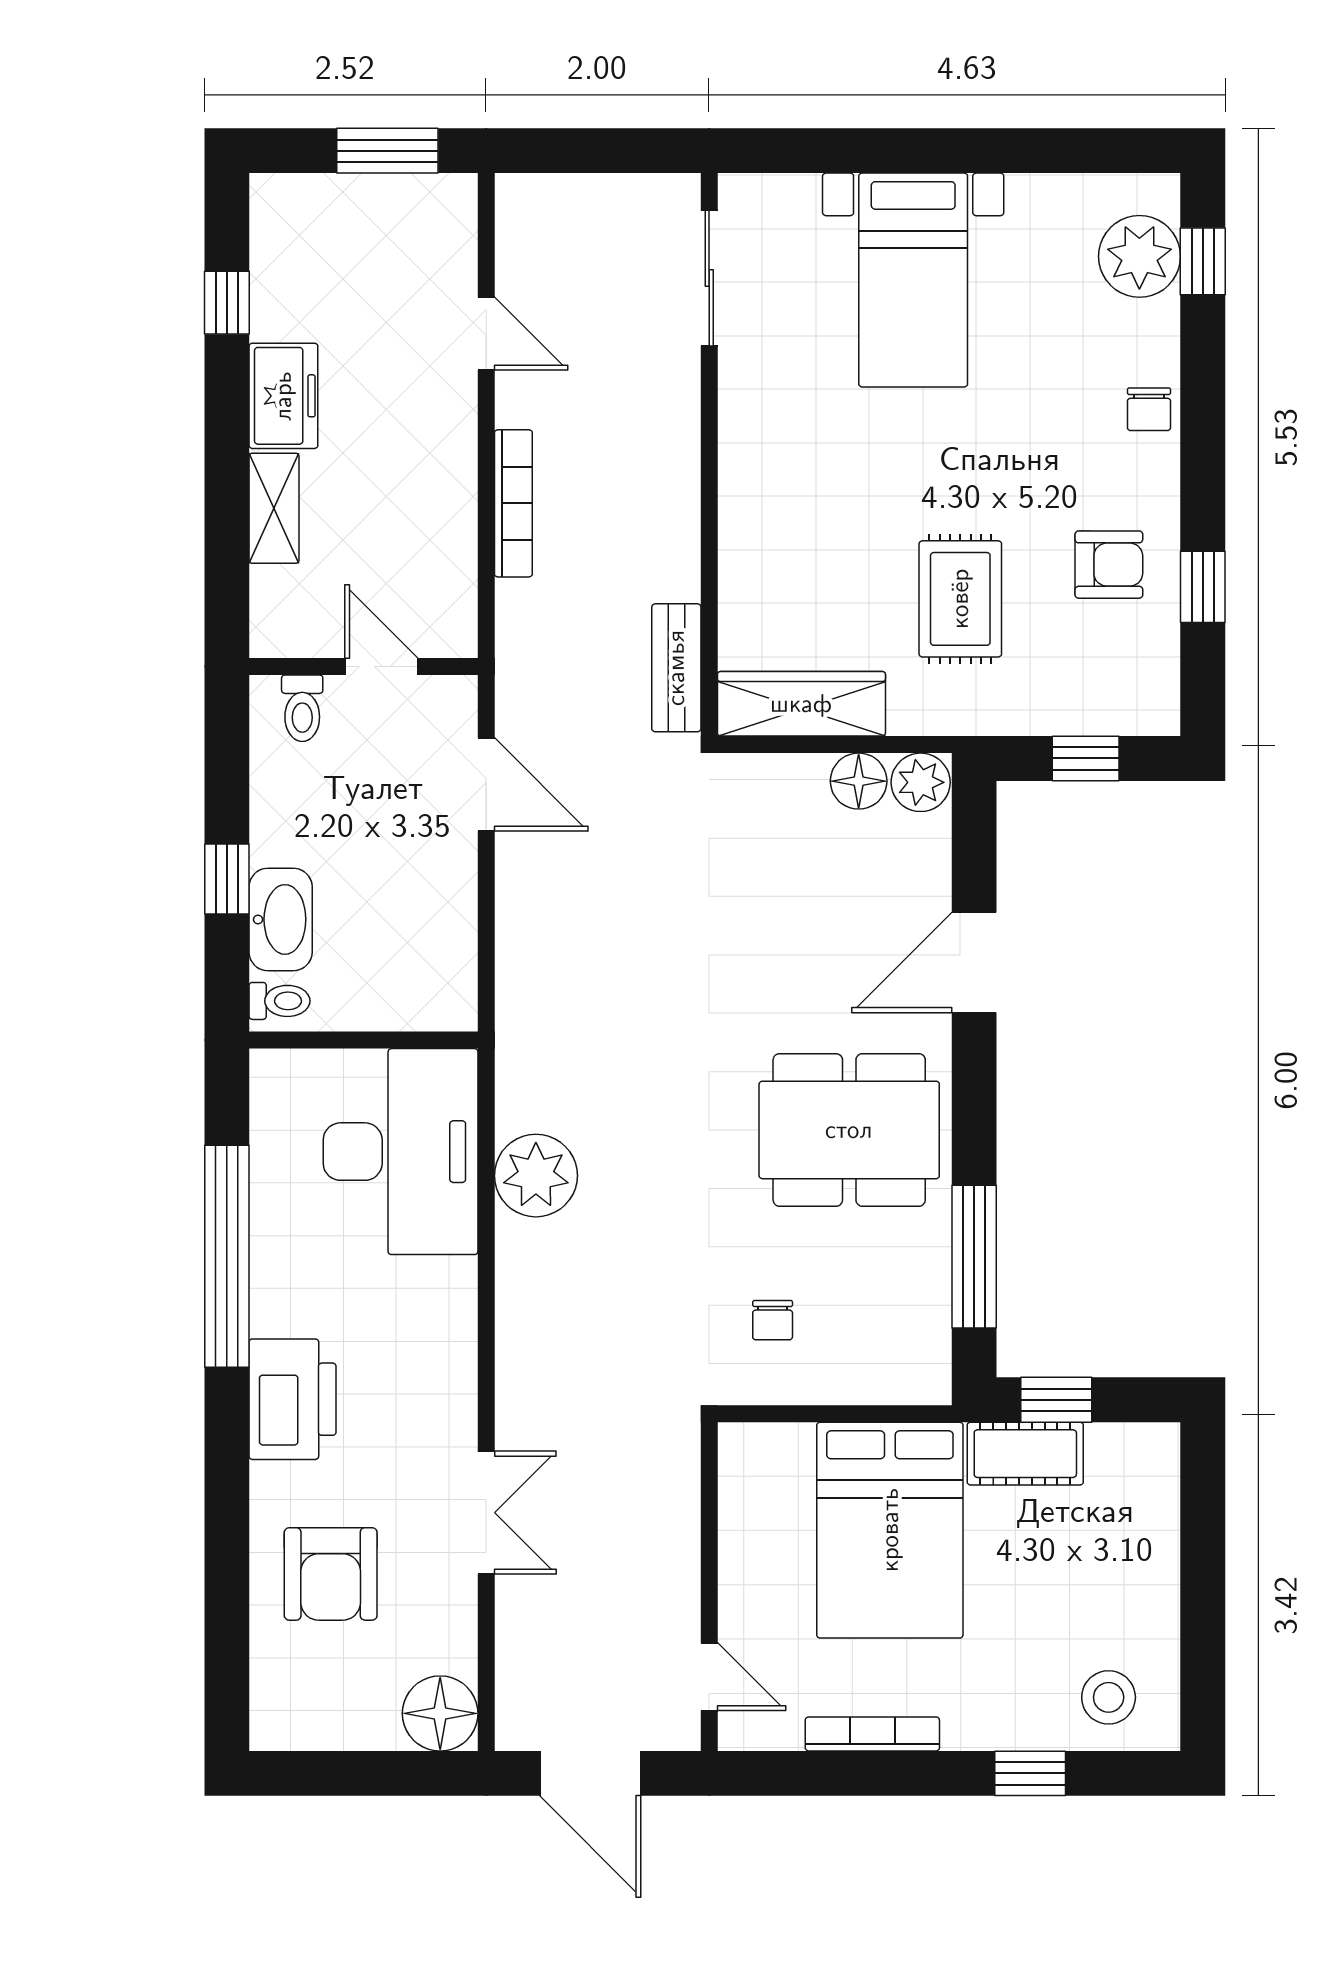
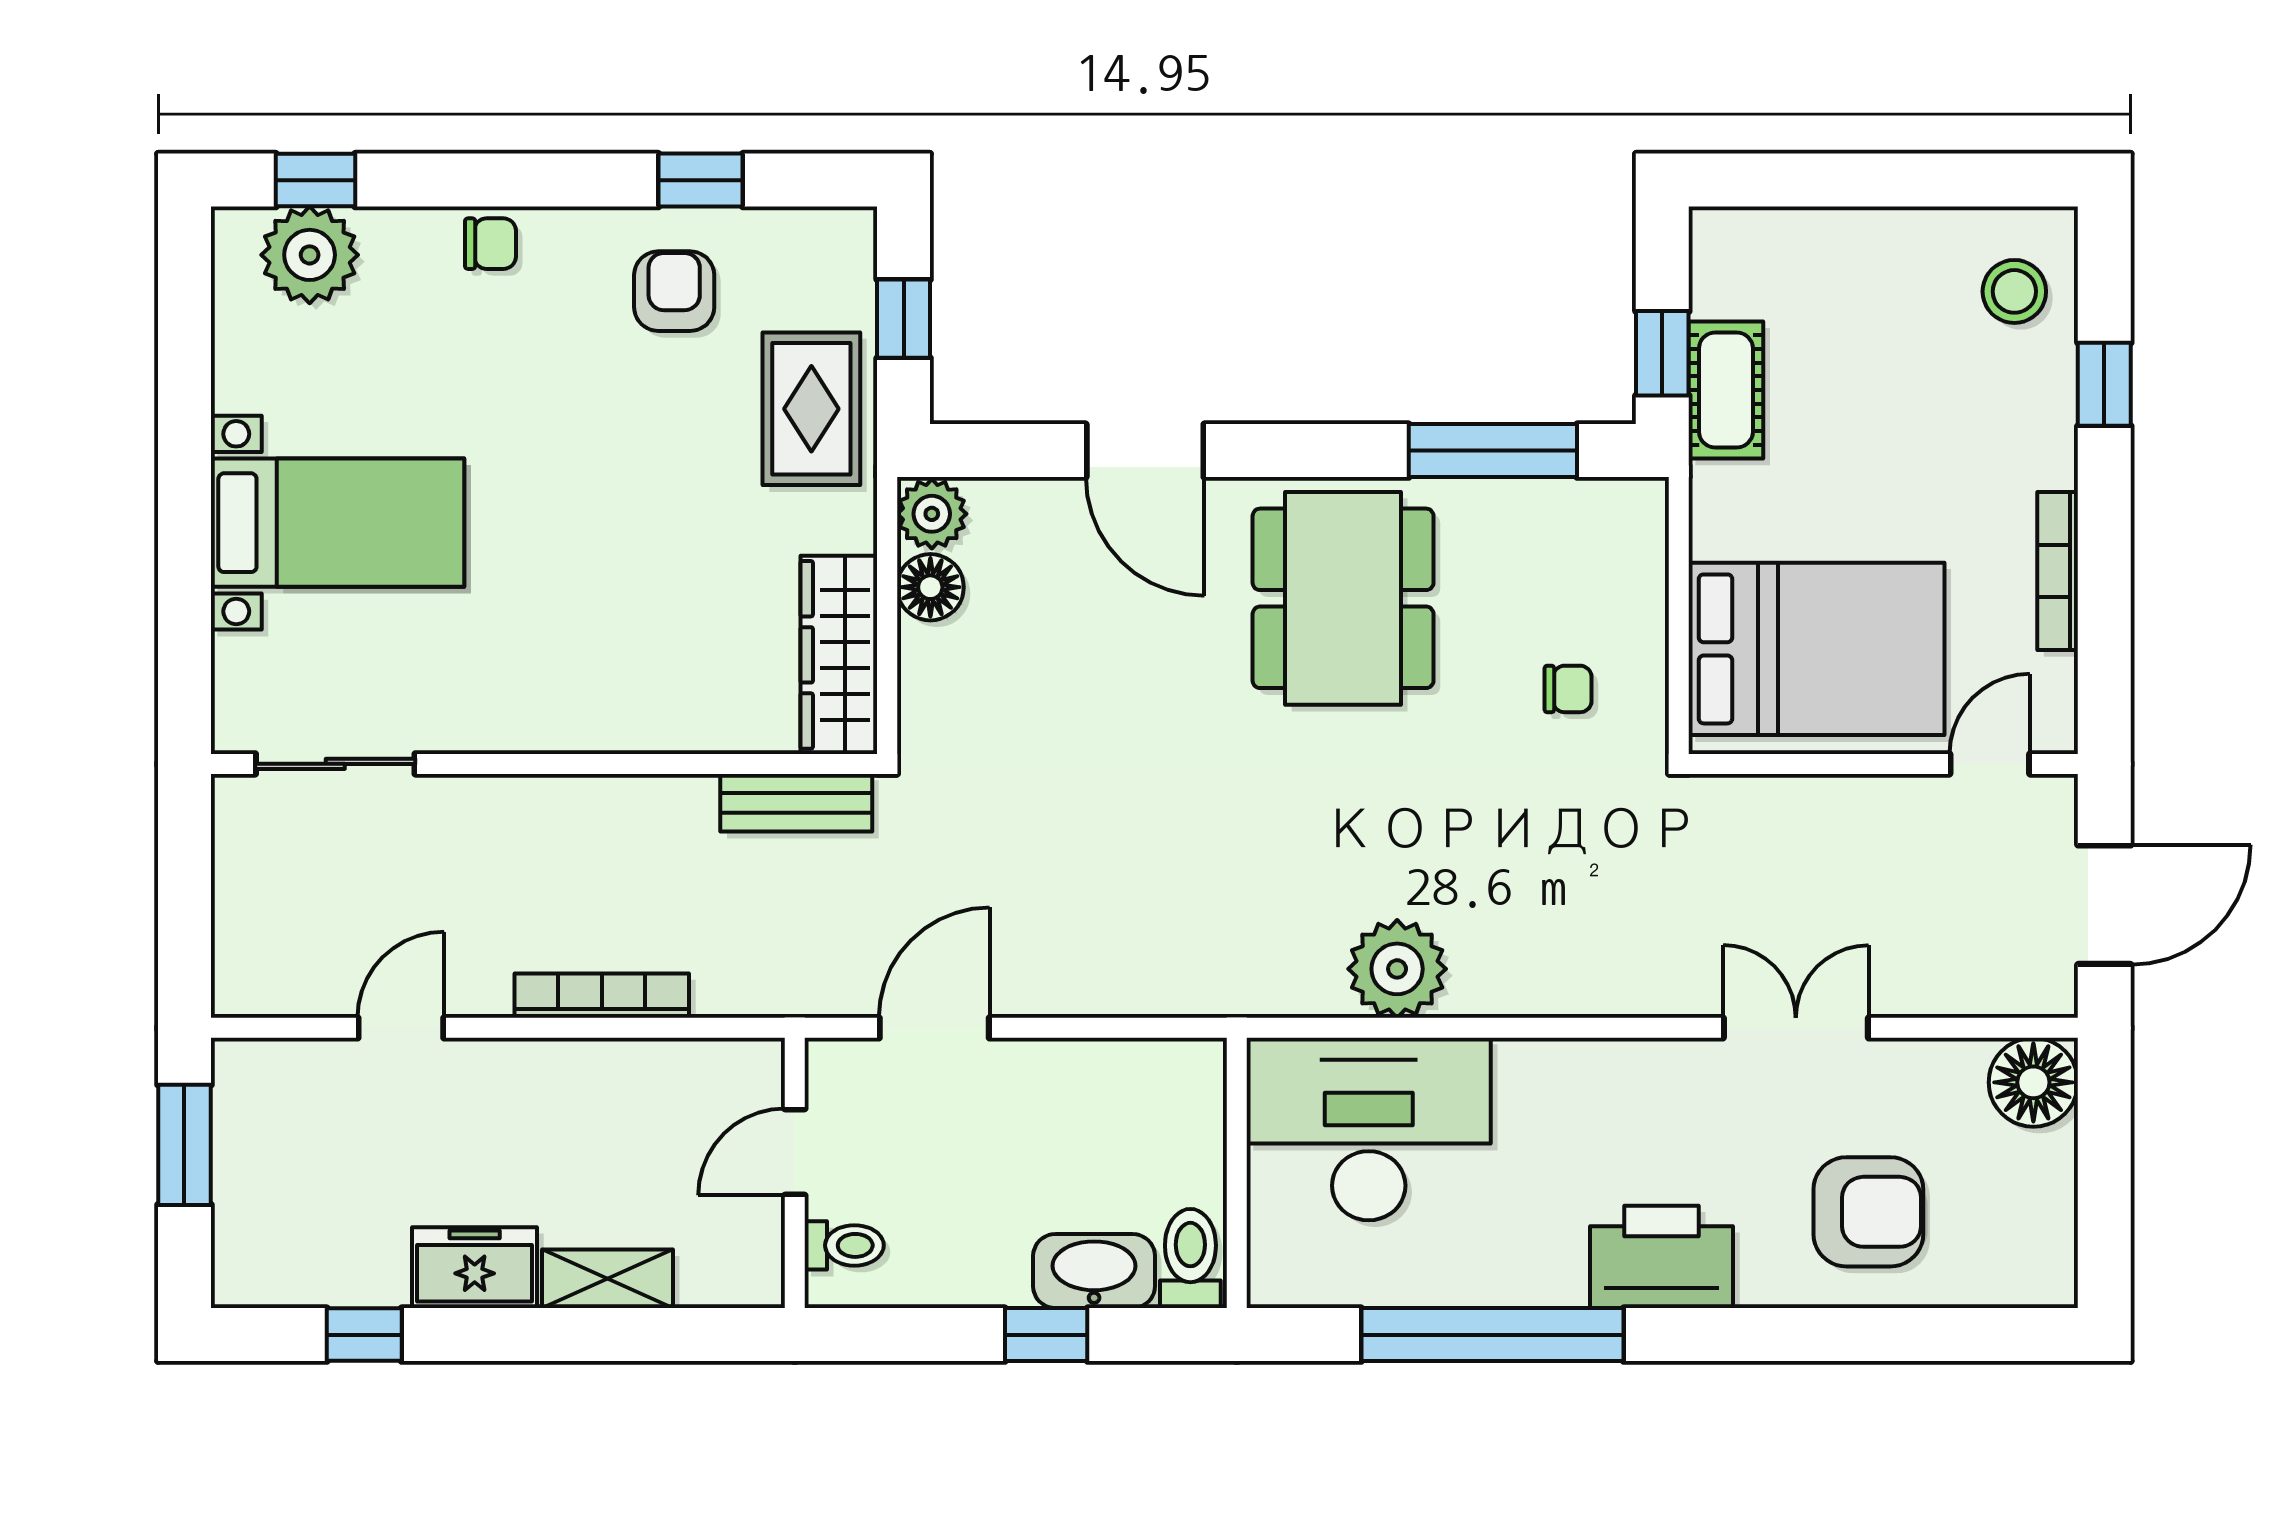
rug: (960, 599) -> (811, 409), moved, turned 90
toilet: (279, 1001) -> (1190, 1258), width x1.37, depth x1.39
bed: (890, 1530) -> (1817, 649), moved

